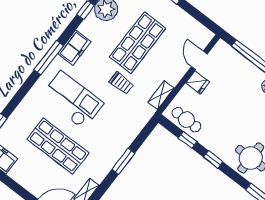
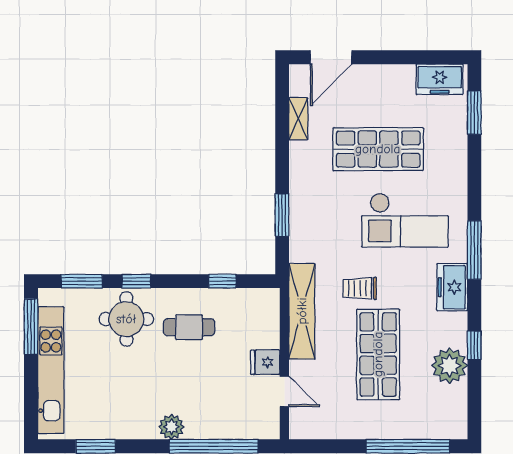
shelving: (161, 95) -> (302, 311), width x2.20, depth x1.33
cafe table: (186, 120) -> (189, 327), moved
window: (213, 159) -> (136, 281), moved
window: (123, 161) -> (282, 215), moved

